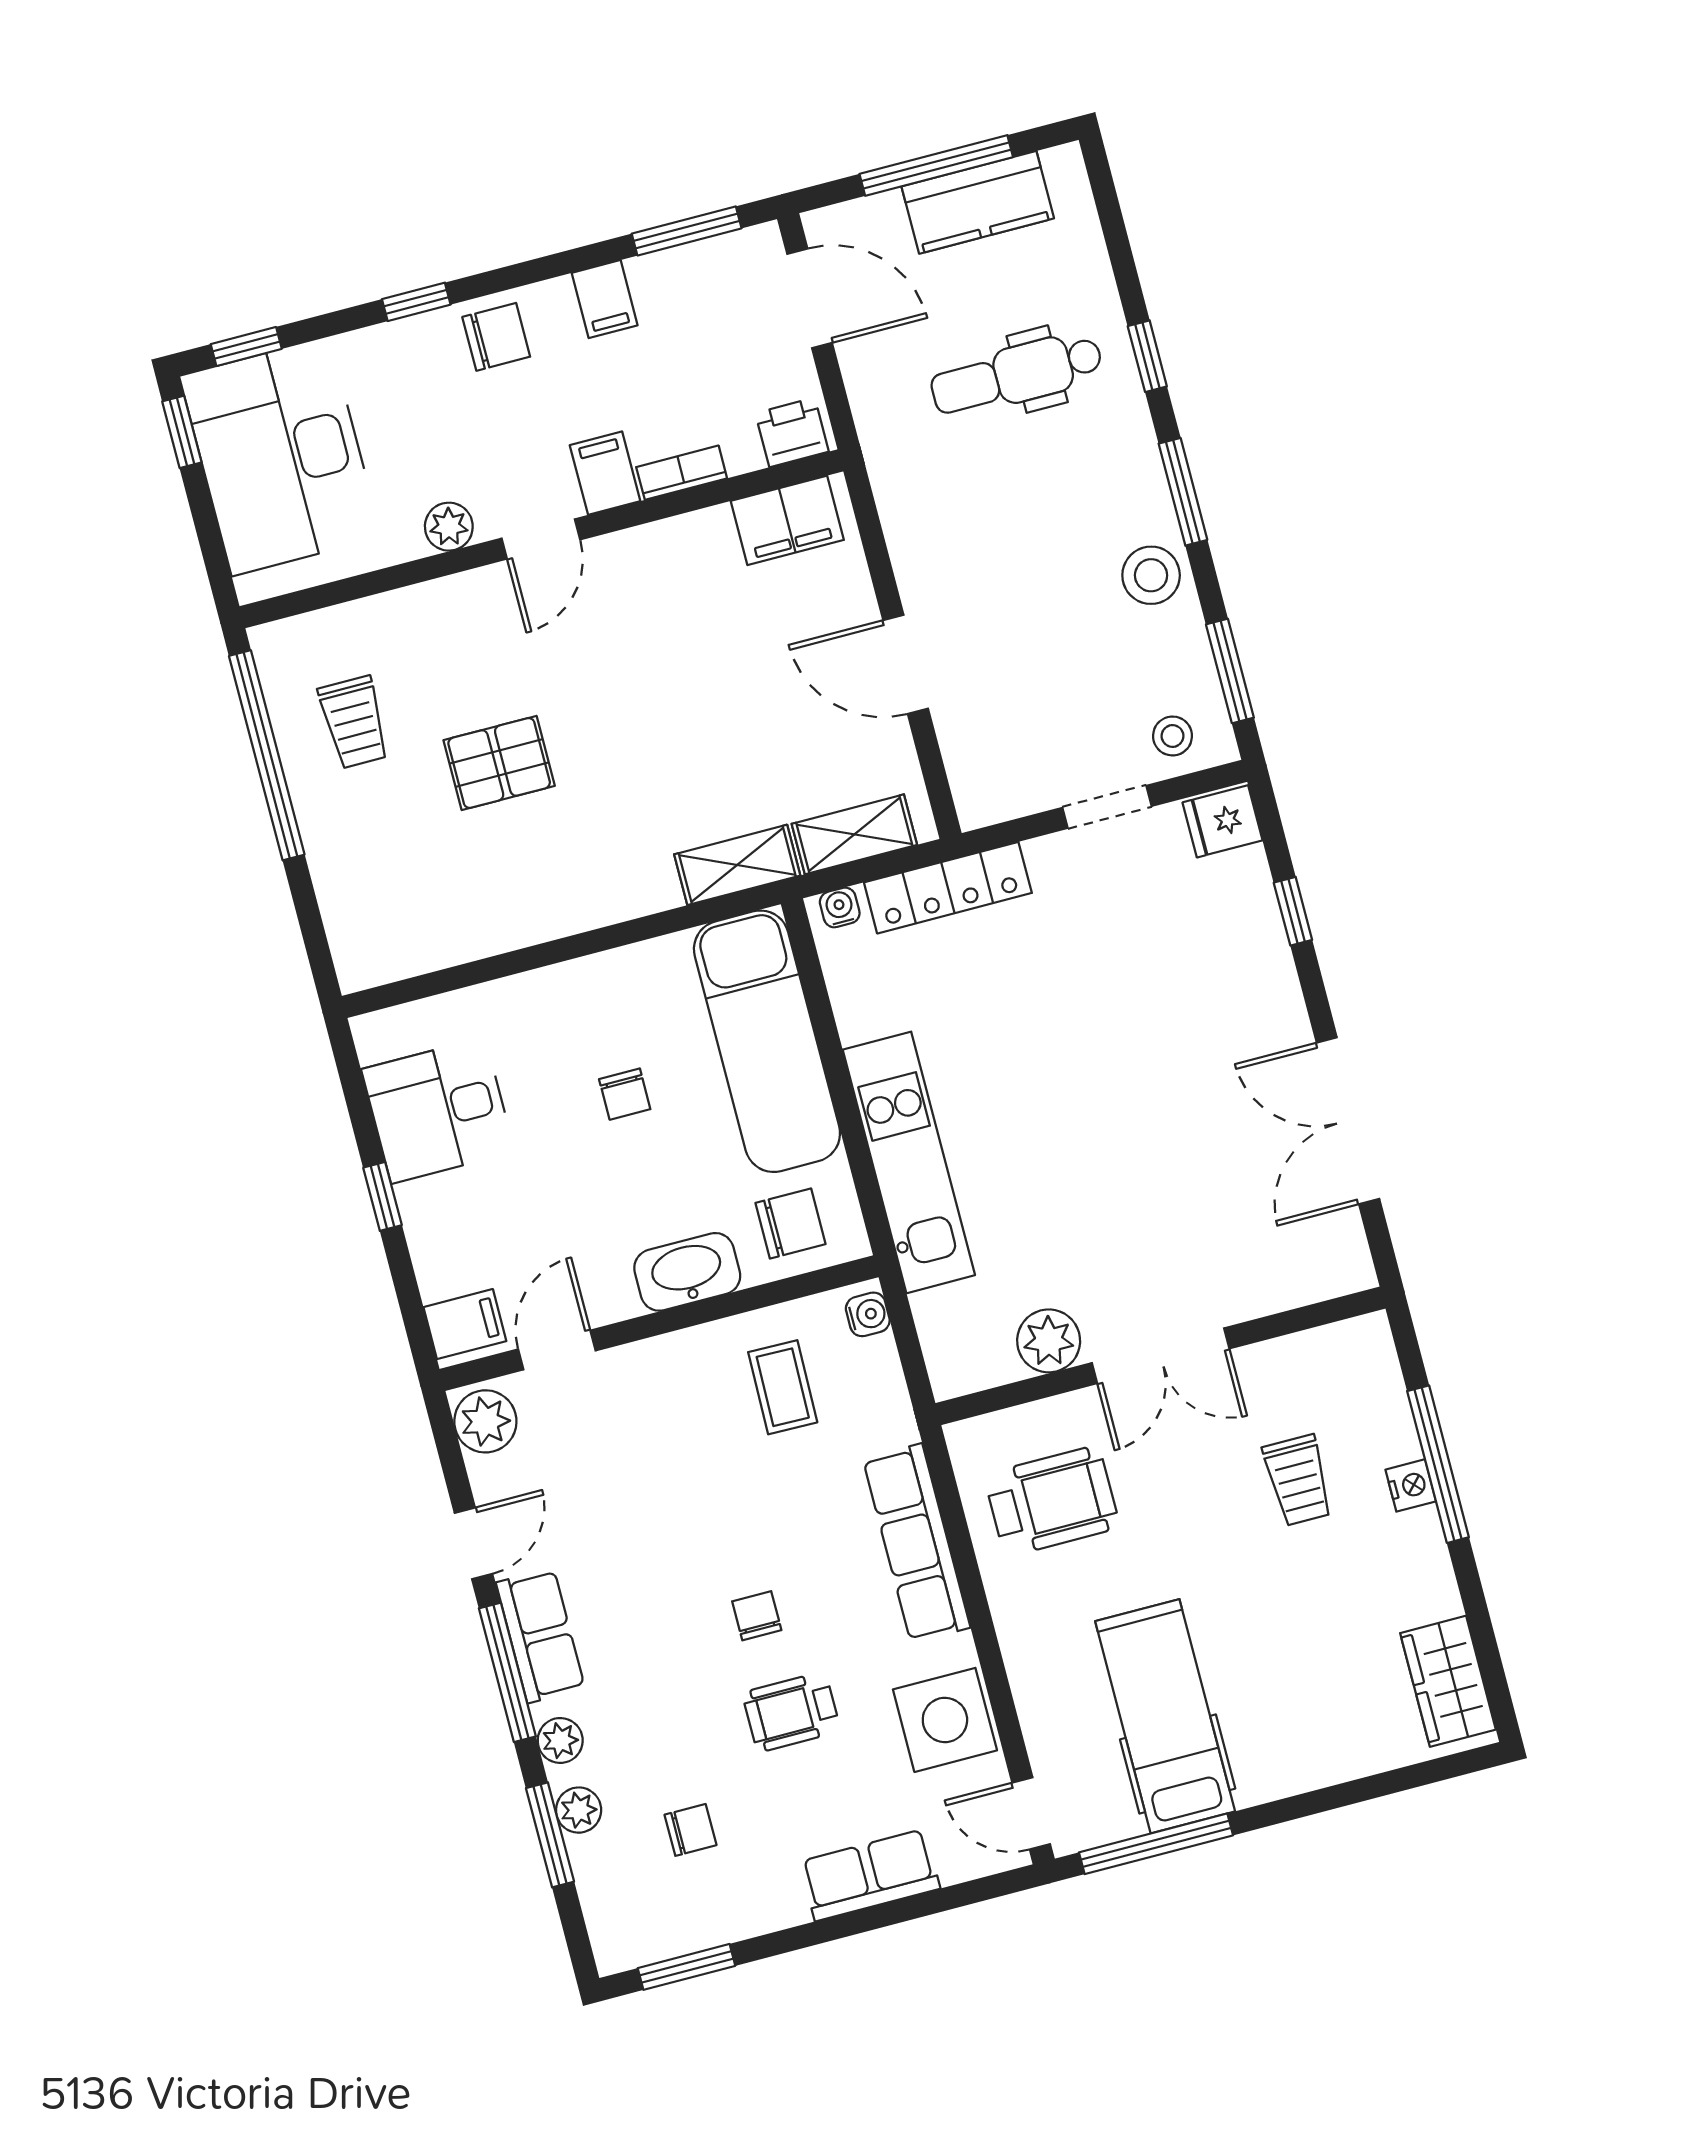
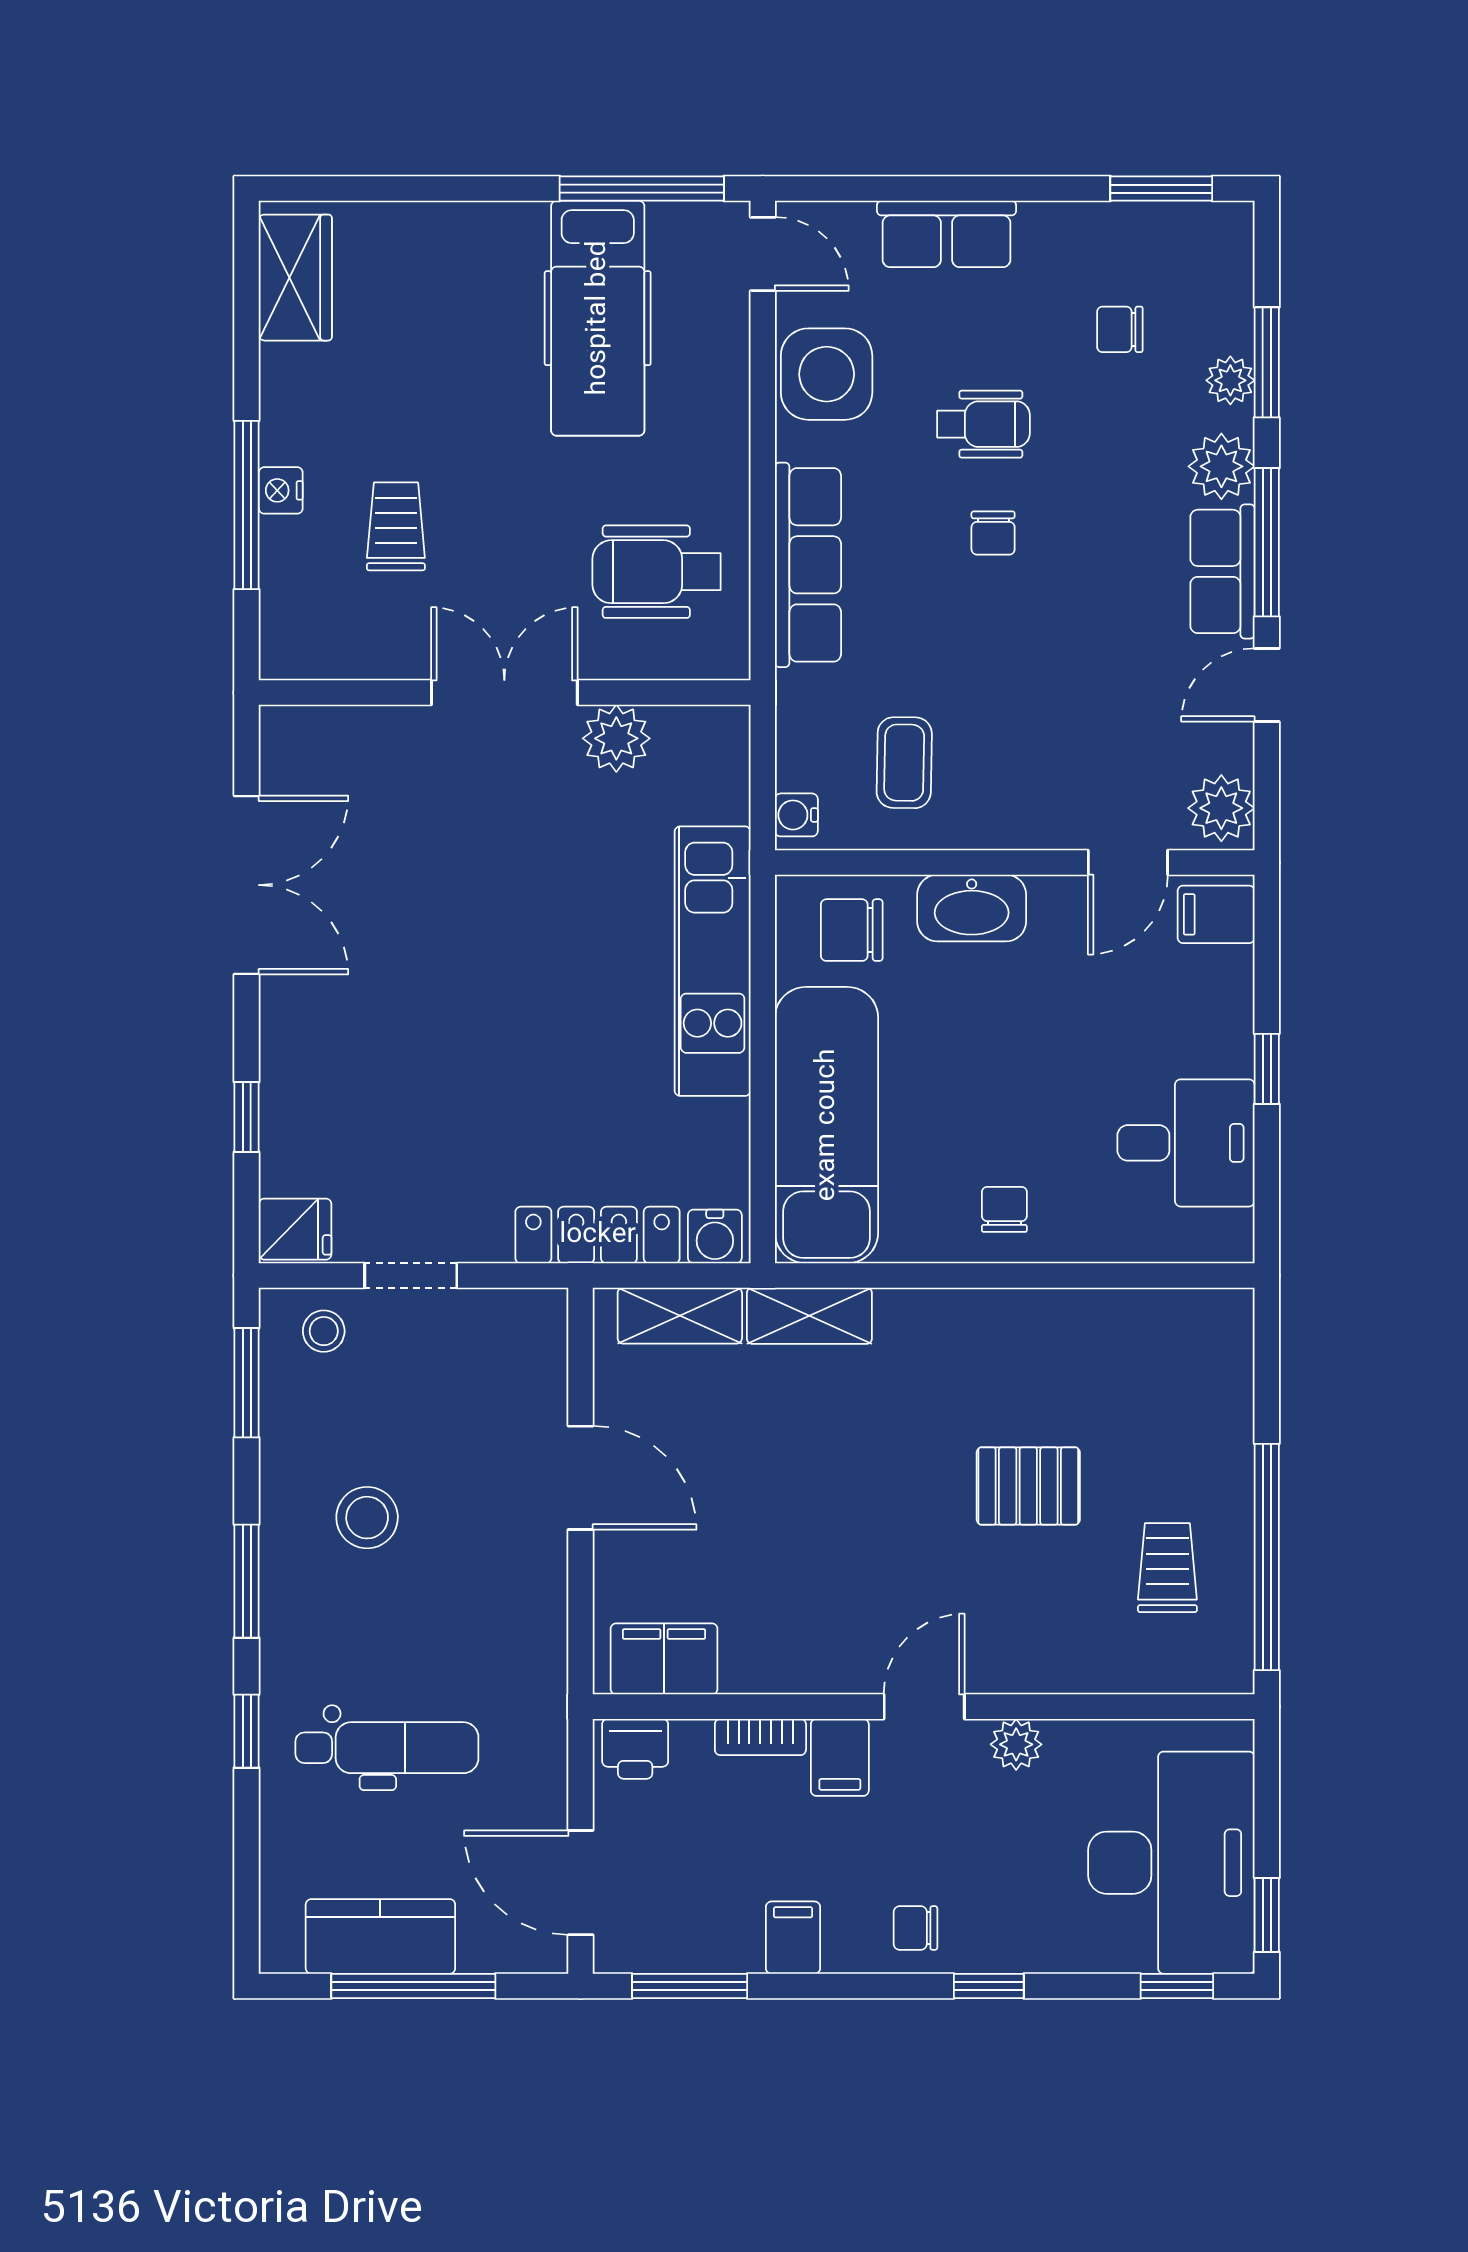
chair: (496, 337) -> (915, 1928), width x0.73, depth x0.73
stool: (1151, 575) -> (367, 1518), moved
water cooler: (840, 907) -> (715, 1236), width x1.38, depth x1.38
chair: (625, 1094) -> (1004, 1209), moved
plant: (560, 1740) -> (1221, 466), width x1.38, depth x1.38

